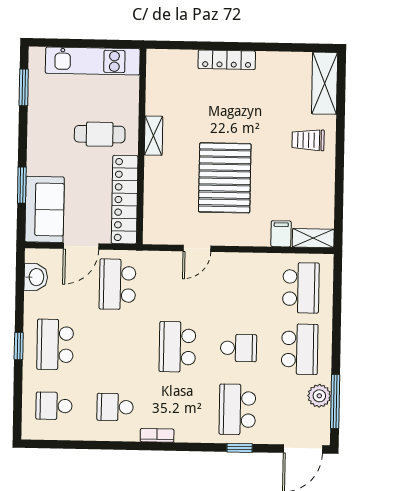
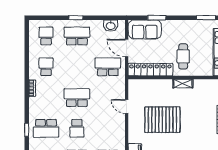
school desk: (237, 409) -> (46, 128), turned 180

